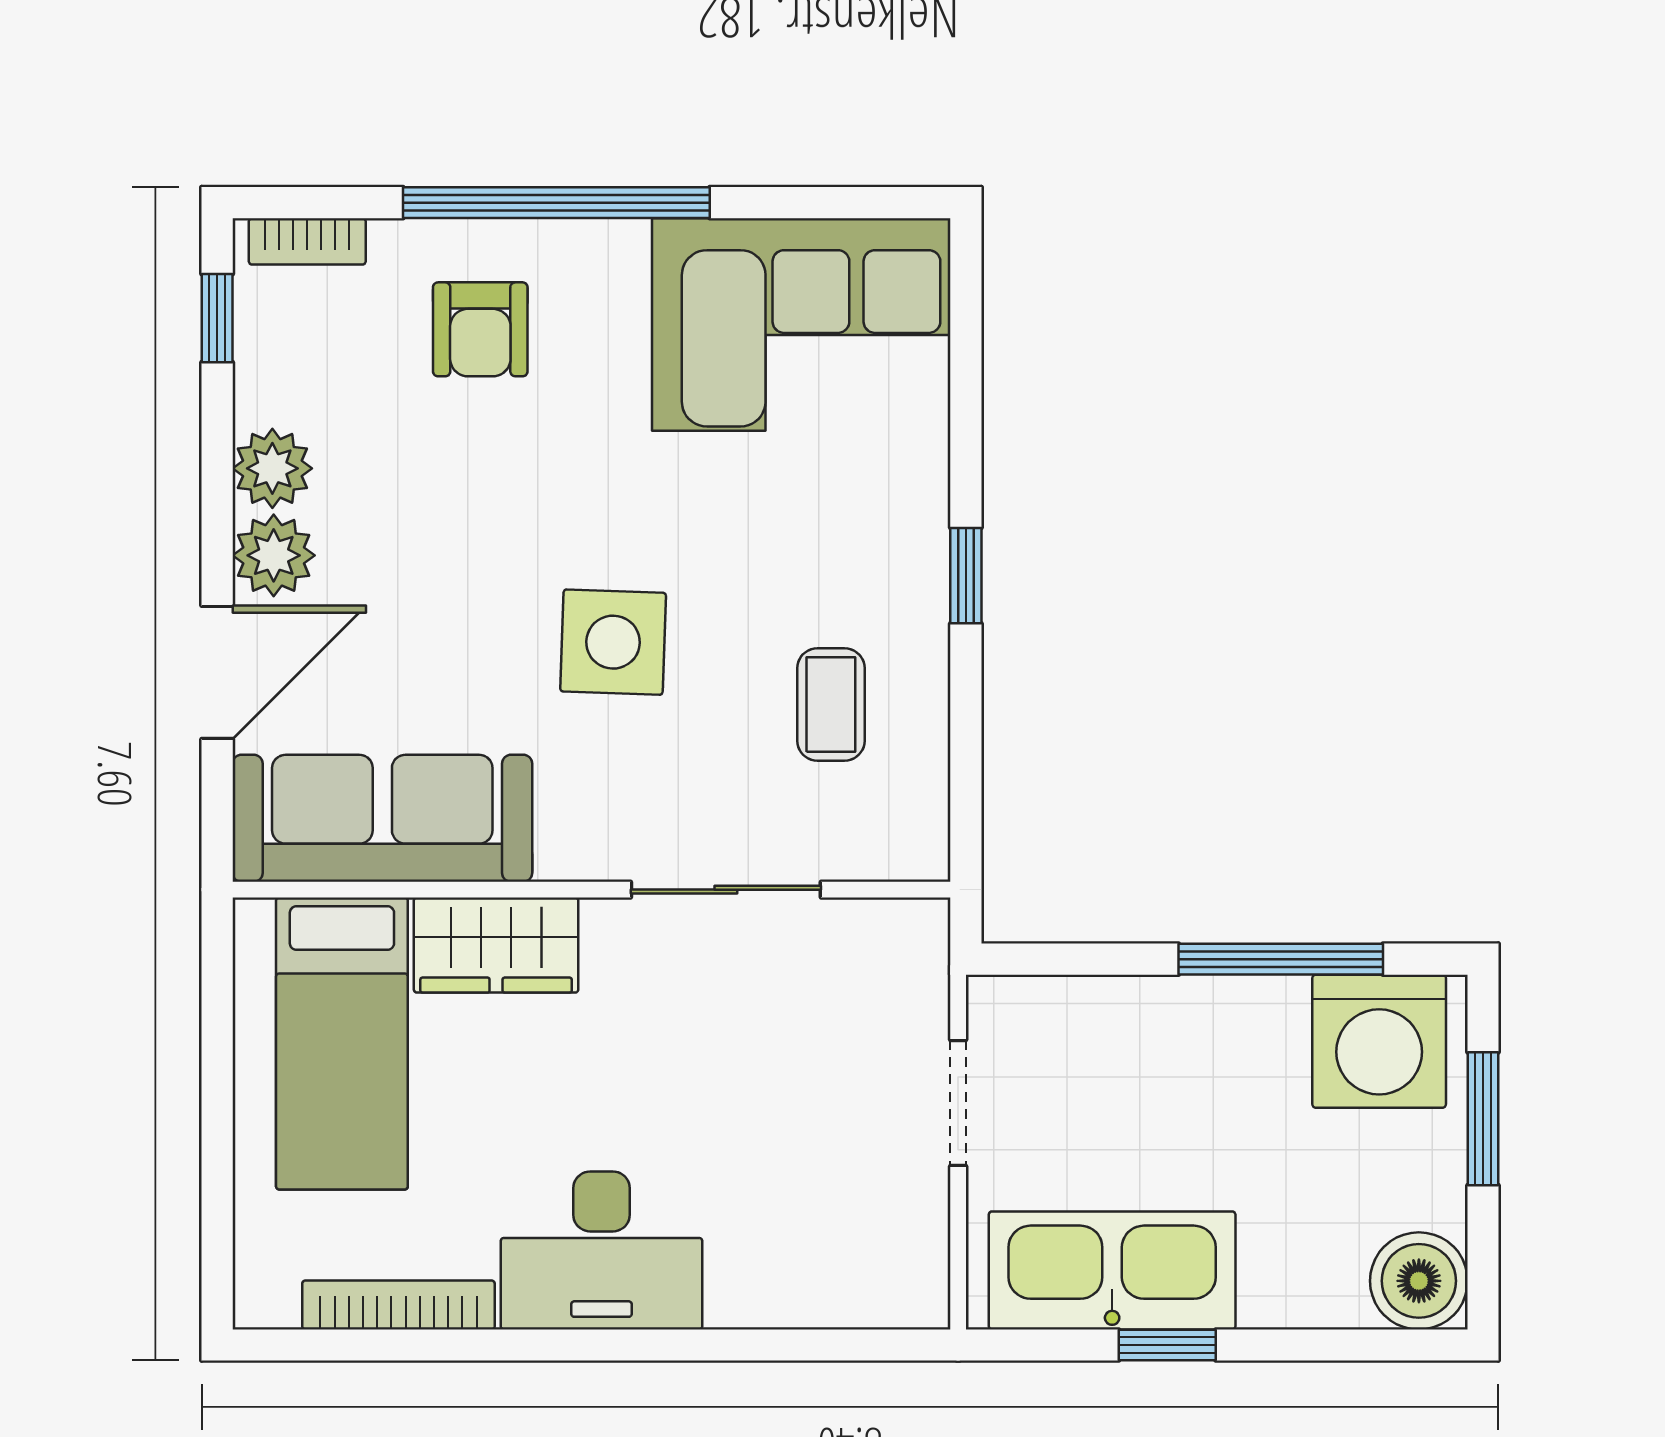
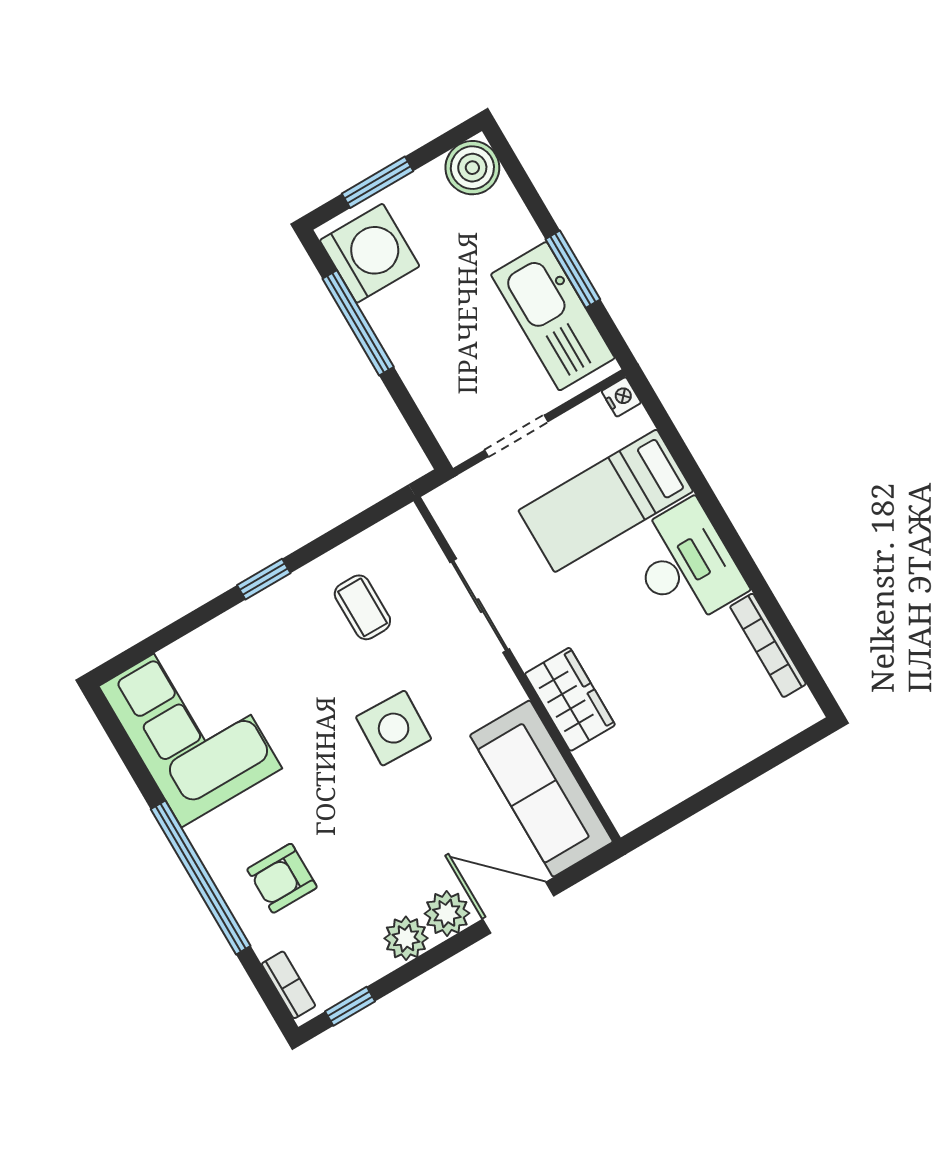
armchair: (480, 329) -> (282, 878), turned 180
coffee table: (831, 704) -> (362, 607), turned 90
bed: (342, 1043) -> (606, 501), moved, turned 180
nightstand: (923, 1303) -> (621, 397), added
window: (1167, 1345) -> (573, 269), width x1.50

